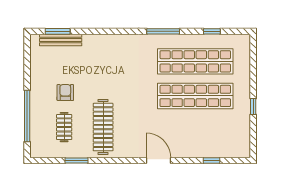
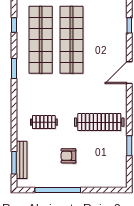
window: (163, 31) -> (14, 68), width x0.69
window: (27, 116) -> (58, 190), moved
clothes rail: (64, 127) -> (44, 122), moved

